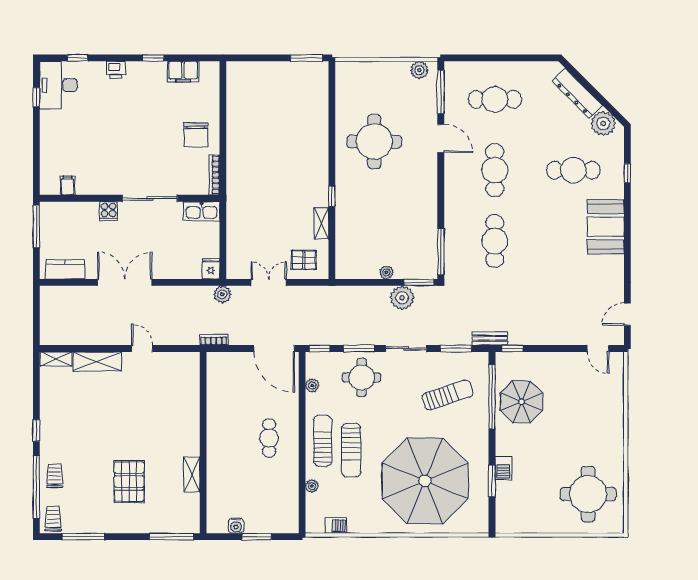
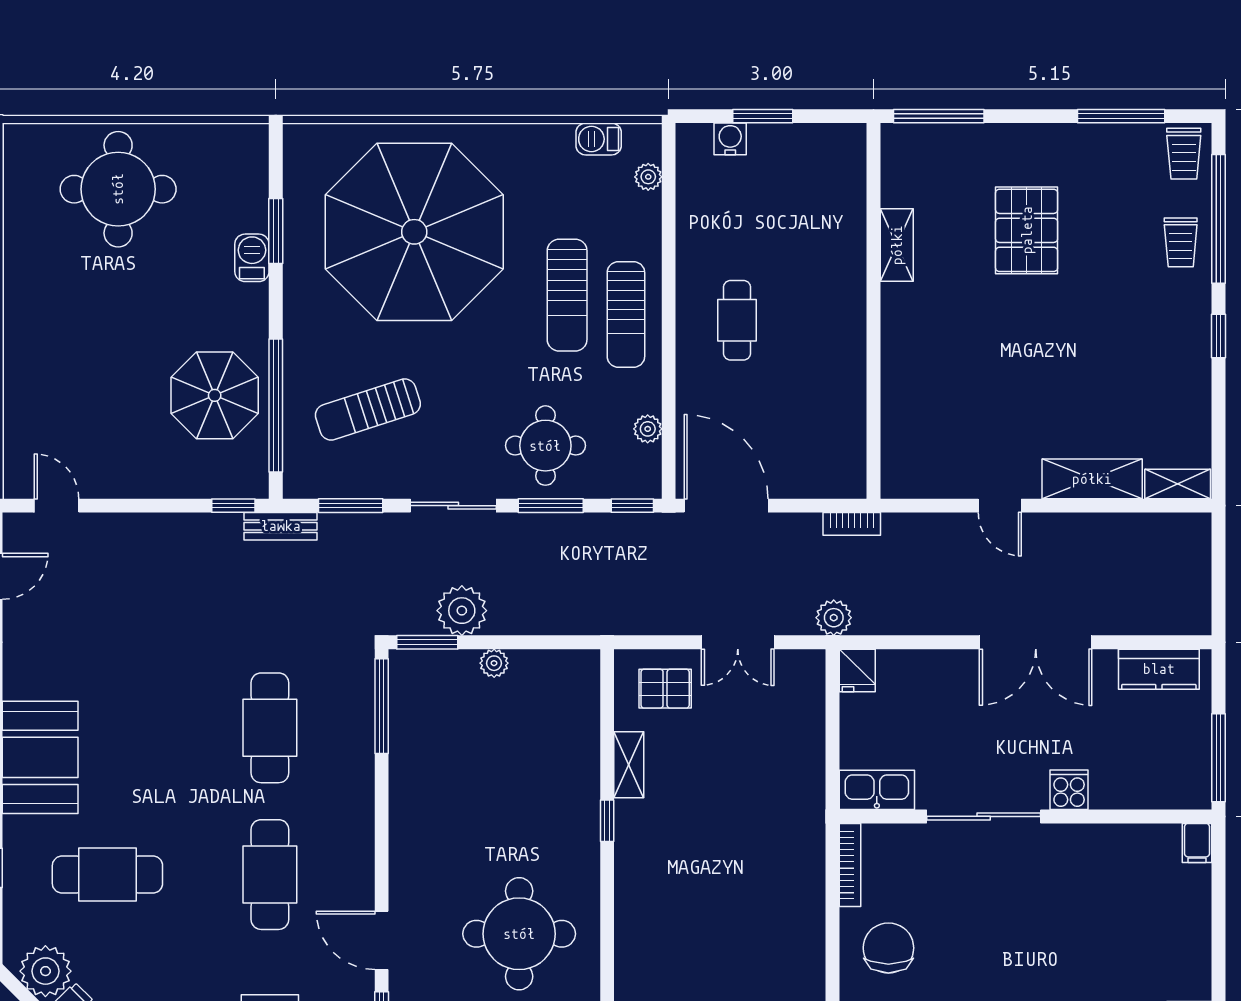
filing cabinet: (68, 185) -> (1197, 843), moved
sun lounger: (351, 450) -> (567, 295), turned 180
plant: (312, 486) -> (648, 177), moved
round table: (588, 494) -> (118, 189), moved
water cooler: (236, 526) -> (730, 139), moved

